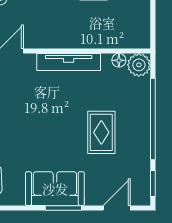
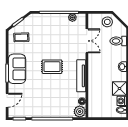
rug: (101, 132) -> (52, 67), moved
door: (117, 208) -> (7, 100), hinge flipped

